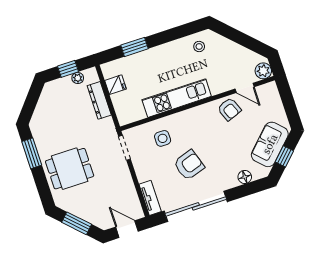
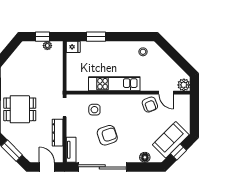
fridge: (115, 85) -> (73, 47), moved
dresser: (99, 100) -> (58, 133), moved

